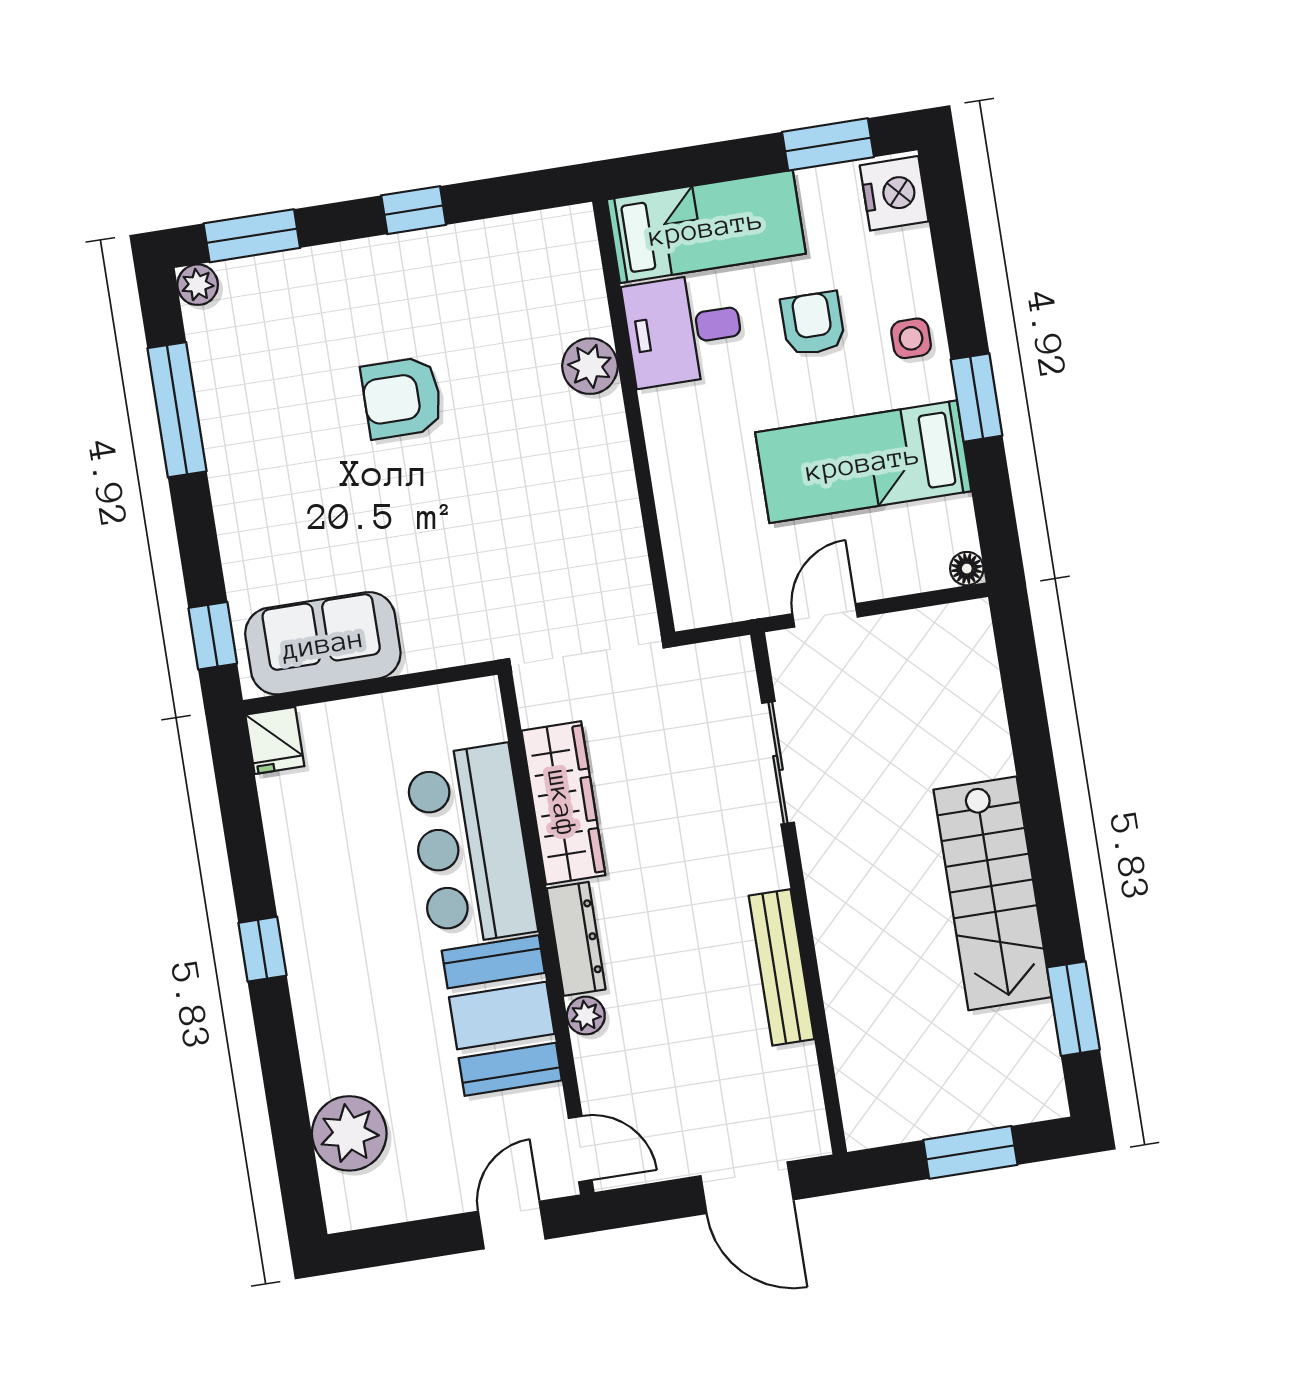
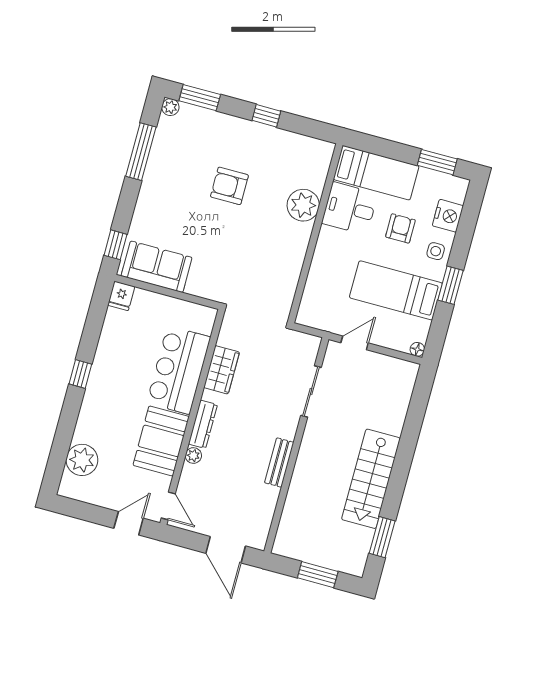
nightstand: (894, 193) -> (448, 216), moved
plant: (590, 366) -> (303, 205), width x1.36, depth x1.36
wardrobe: (563, 803) -> (222, 370), width x0.67
bench: (781, 967) -> (279, 463), width x0.73

